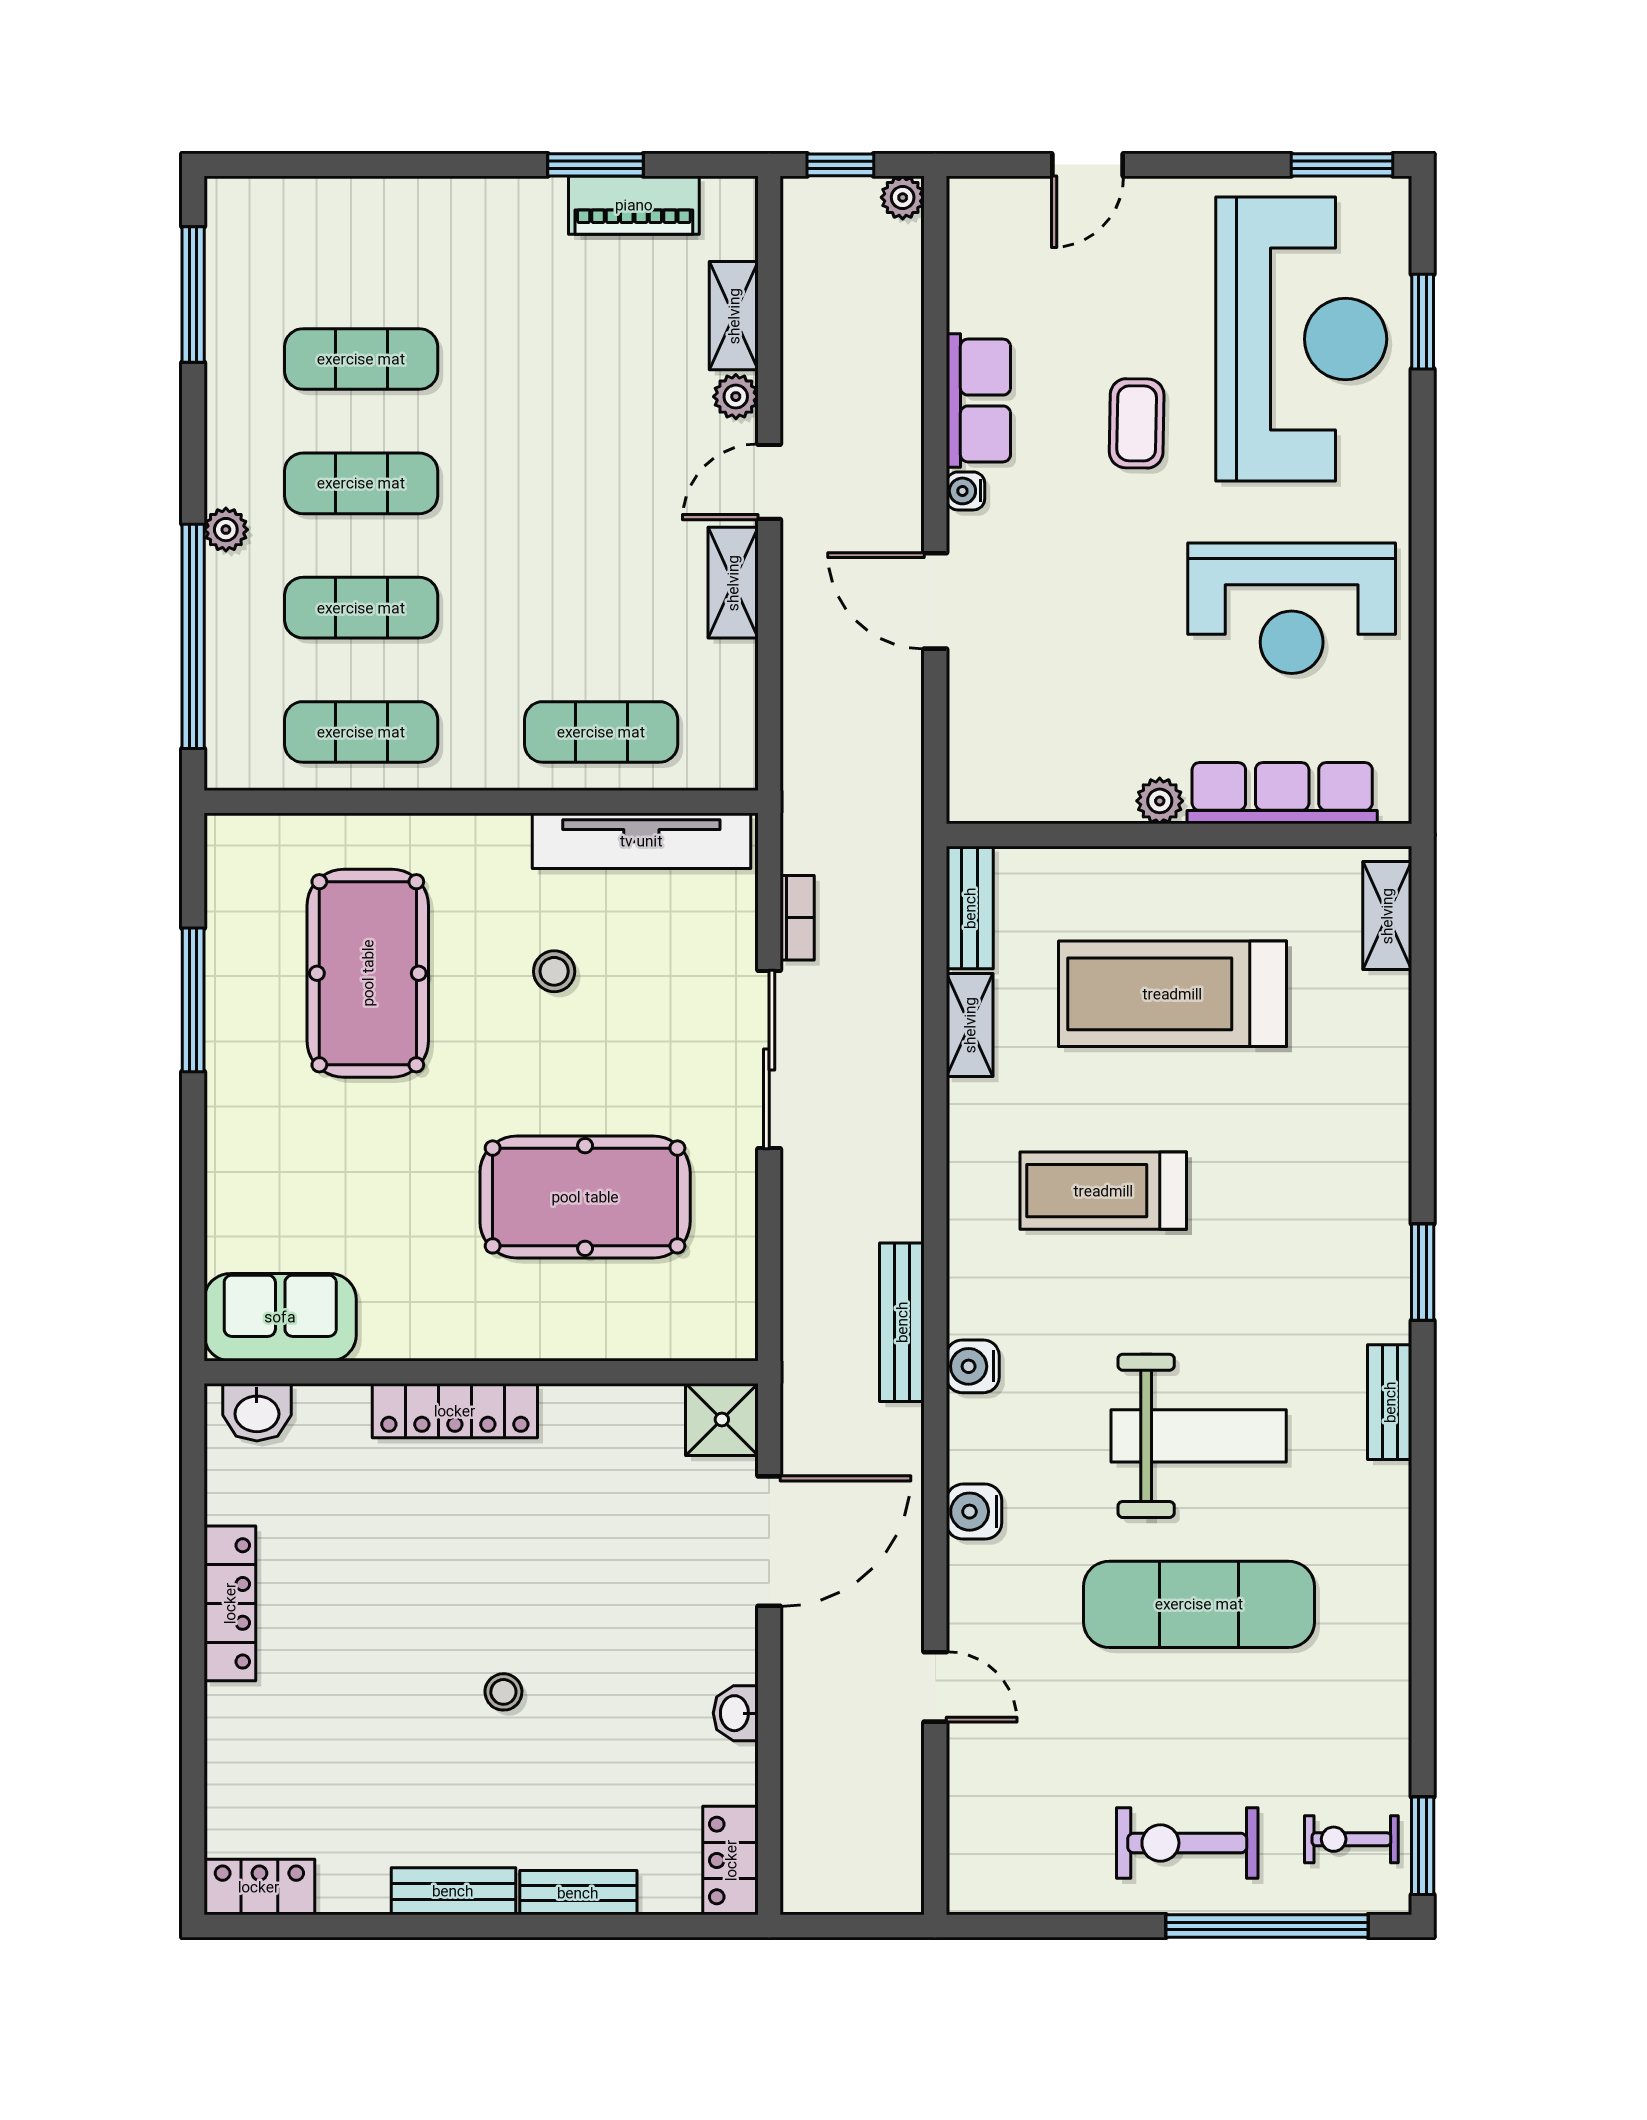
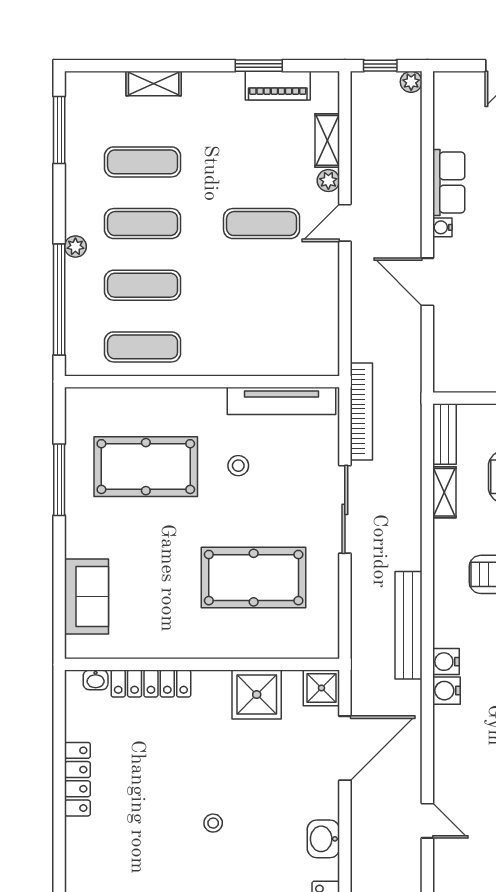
shelving: (733, 583) -> (154, 84), moved, turned 90
exercise mat: (601, 732) -> (262, 224), moved
bookcase: (797, 918) -> (361, 411), width x2.31, depth x1.31
pool table: (368, 973) -> (146, 467), turned 90
sofa: (280, 1317) -> (86, 597), moved, turned 90
bench: (902, 1322) -> (408, 625), width x1.37, depth x1.21
locker: (455, 1411) -> (151, 684), moved
washbasin: (257, 1412) -> (96, 680), width x0.72, depth x0.69
shower: (591, 1433) -> (257, 695), added
water cooler: (974, 1512) -> (447, 691), moved
washbasin: (736, 1713) -> (323, 839), width x1.38, depth x1.45

